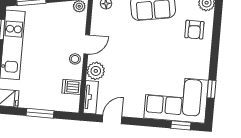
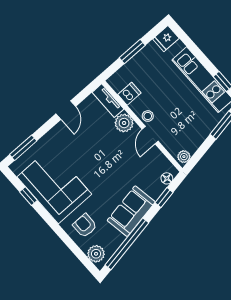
corner sofa: (176, 99) -> (54, 186), moved, turned -90
door: (112, 119) -> (66, 110), moved
window: (181, 125) -> (23, 148), width x1.50

